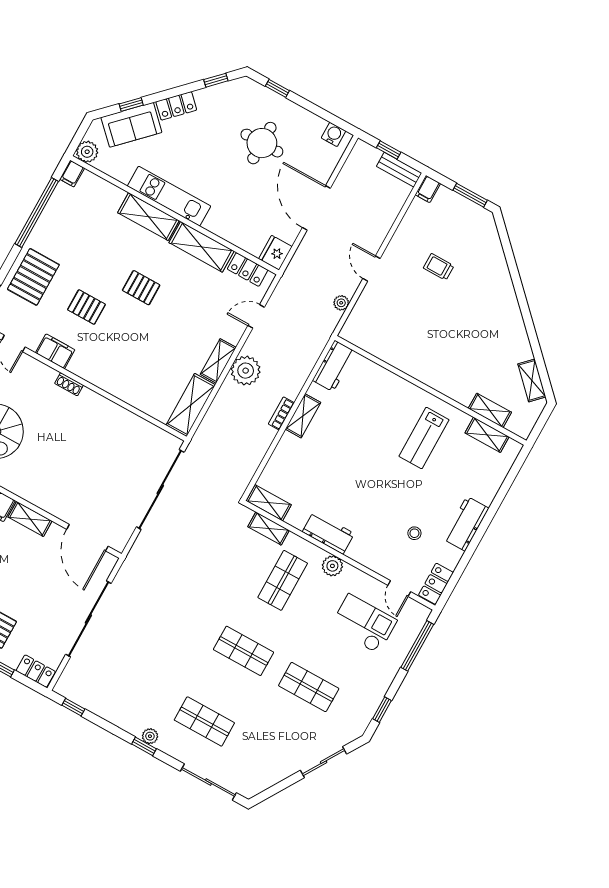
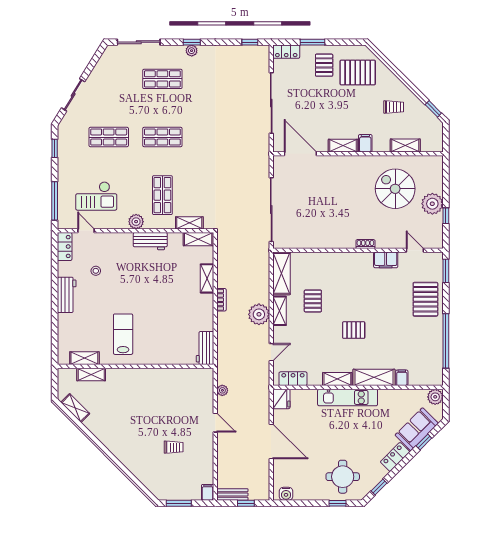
round table: (262, 143) -> (343, 477), moved
filing cabinet: (72, 174) -> (402, 378), moved
kitchen unit: (169, 196) -> (348, 397), moved
shelving: (201, 247) -> (337, 379), width x0.67, depth x0.75
pallet: (86, 307) -> (313, 301), moved, turned 90
shelving: (303, 416) -> (207, 278), moved

